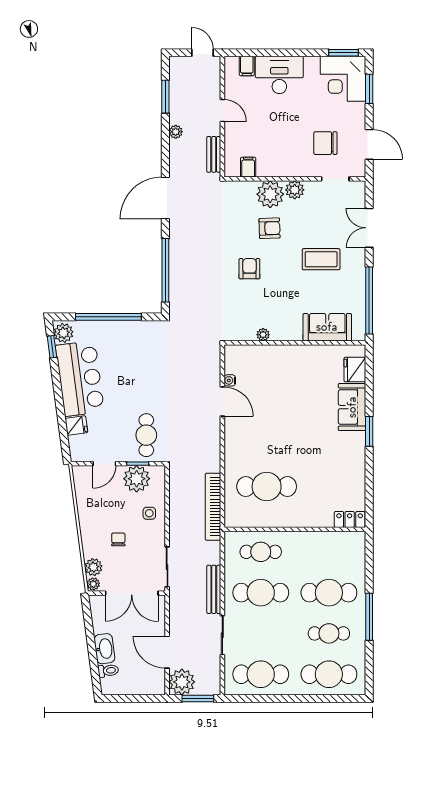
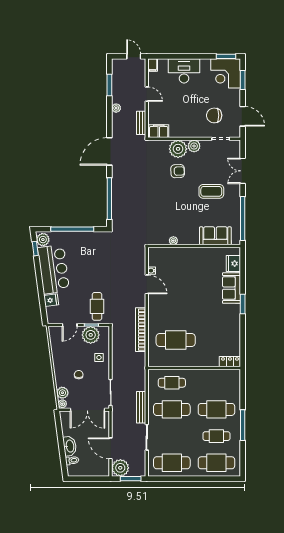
filing cabinet: (247, 66) -> (153, 65), moved
filing cabinet: (248, 167) -> (159, 131), width x2.00
armchair: (249, 269) -> (164, 198), removed
bookcase: (213, 507) -> (141, 330), moved

